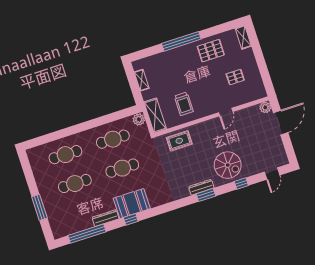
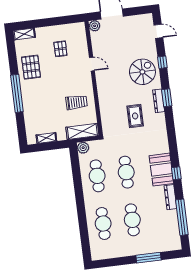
rug: (179, 141) -> (135, 116), moved

